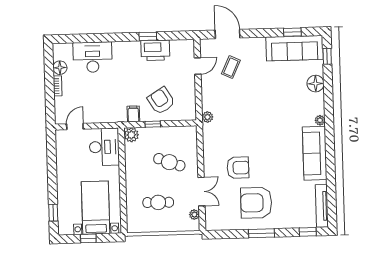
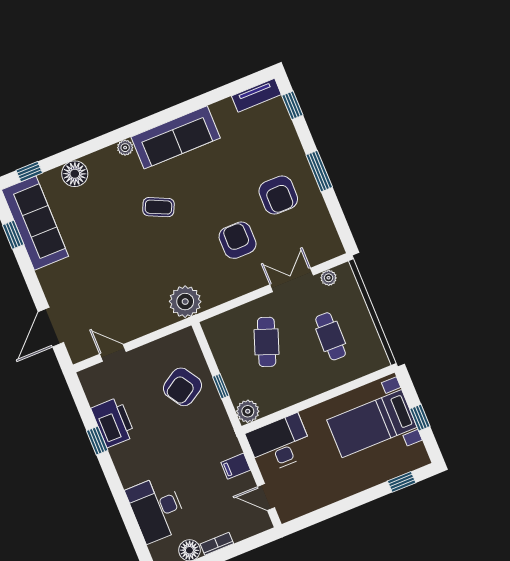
coffee table: (231, 67) -> (158, 207), moved
filing cabinet: (133, 114) -> (236, 466), moved
plant: (207, 117) -> (185, 302), width x1.88, depth x1.88
armchair: (256, 203) -> (278, 195), width x0.73, depth x0.73
tv unit: (322, 206) -> (256, 95), width x0.71

